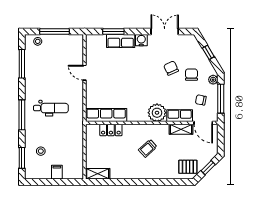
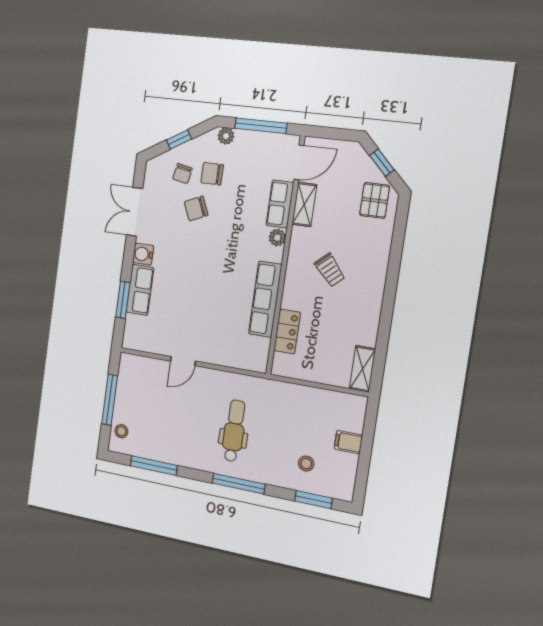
chair: (201, 100) -> (182, 174), moved
plant: (157, 113) -> (277, 238), width x0.53, depth x0.53
row of seats: (106, 115) -> (265, 299), moved

